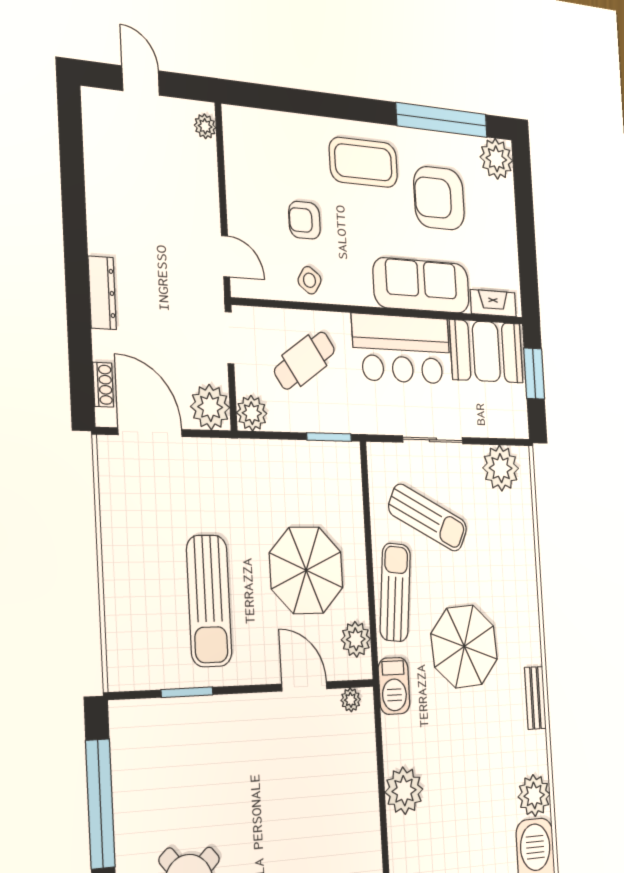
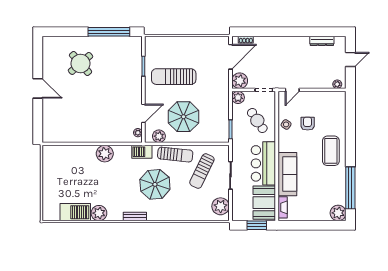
armchair: (439, 198) -> (321, 184), removed
dresser: (102, 293) -> (322, 41), moved

